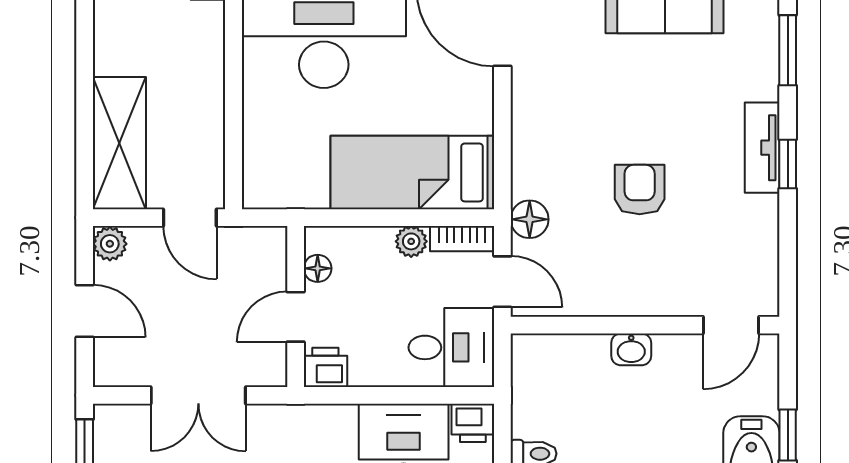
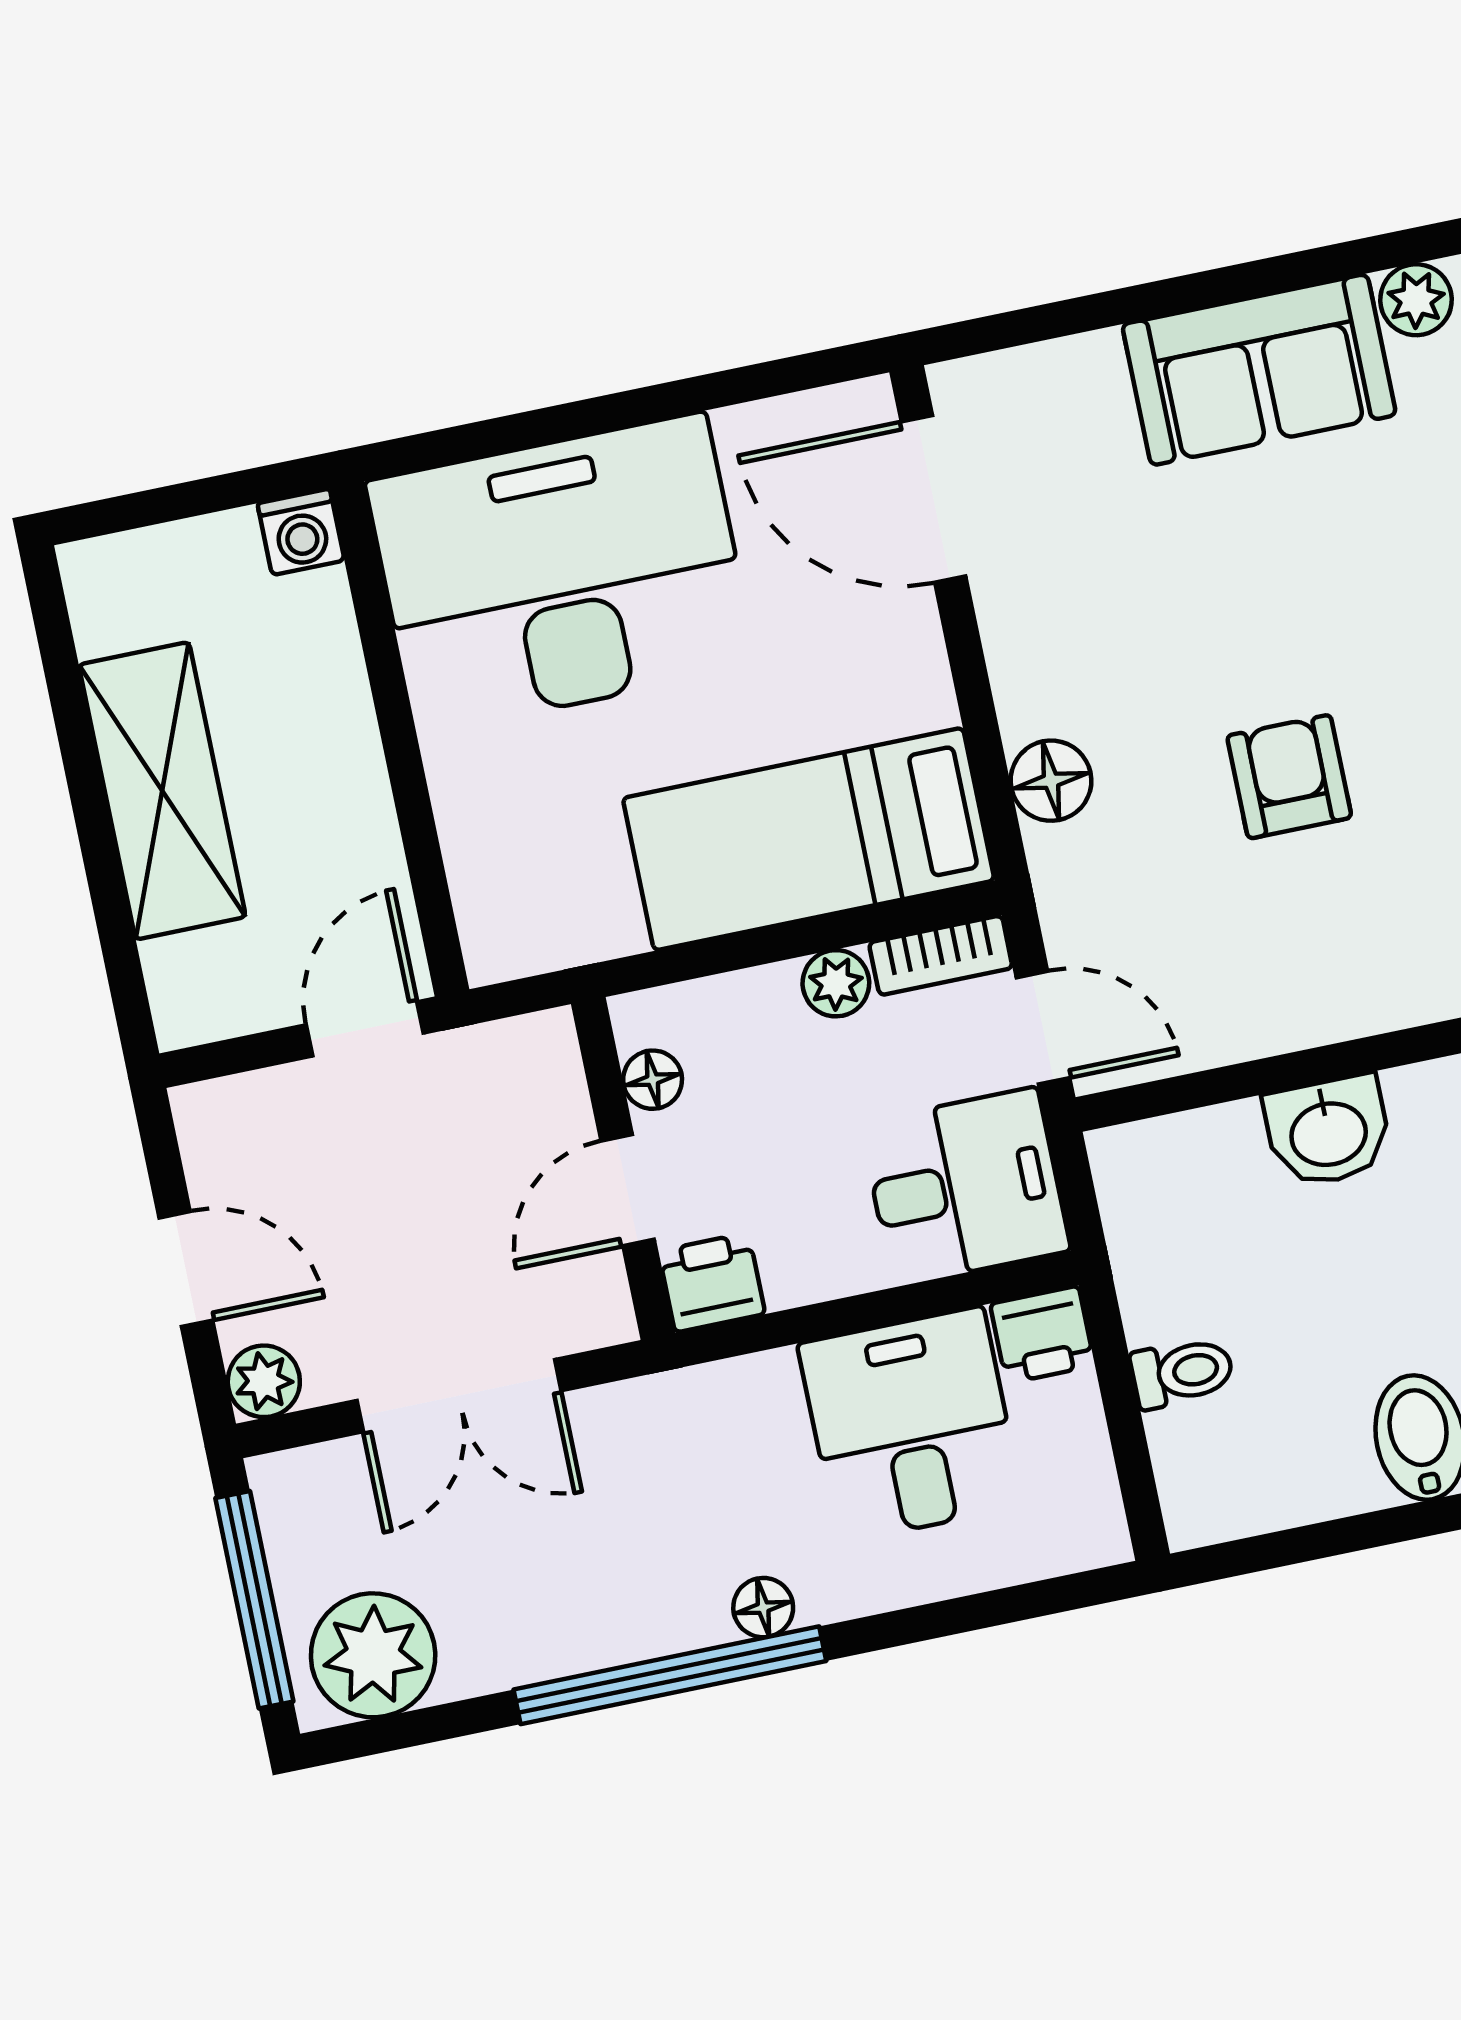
shelving: (119, 143) -> (162, 791), moved
door: (190, 218) -> (365, 1029), swing flipped
floor lamp: (530, 219) -> (1051, 781), moved
plant: (110, 244) -> (264, 1381), moved
washbasin: (631, 349) -> (1328, 1131), width x1.38, depth x1.45

